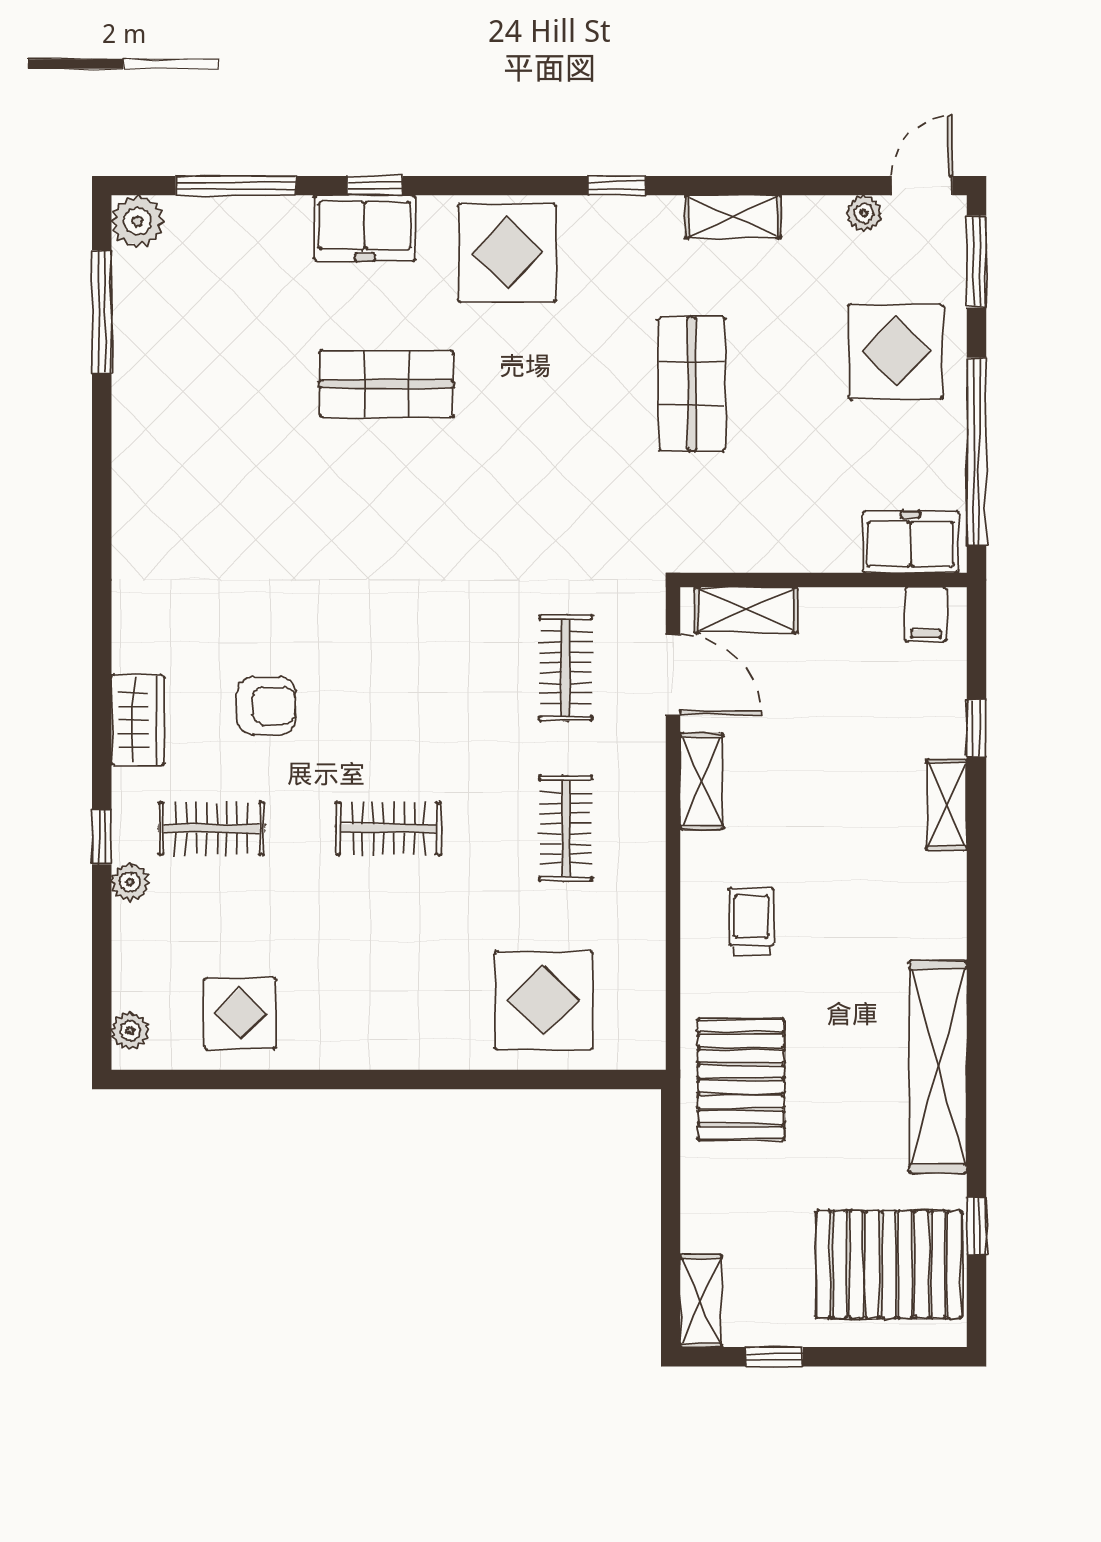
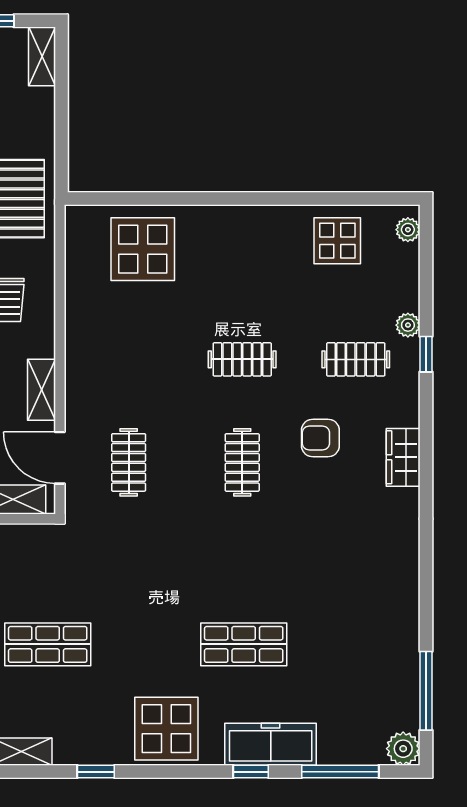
freezer: (365, 228) -> (271, 744), width x1.40
shop shelf: (692, 384) -> (48, 644), turned 90
wardrobe: (138, 720) -> (403, 457), moved
clothes rail: (566, 829) -> (242, 462), moved

